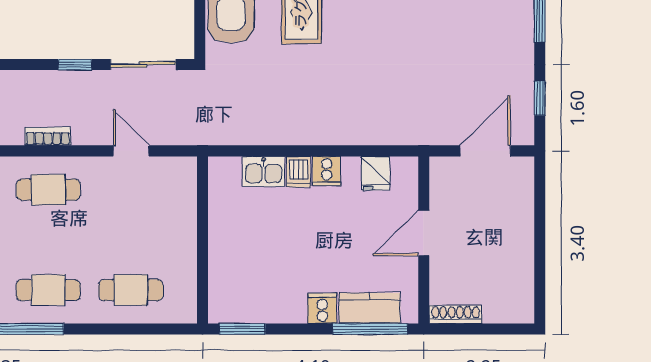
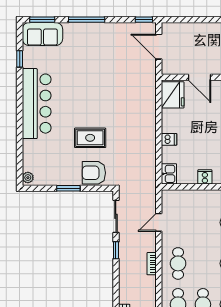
window: (540, 98) -> (144, 20), moved
kitchen sink: (263, 171) -> (169, 174), moved
cooker: (327, 171) -> (205, 177), moved, turned -90
fridge: (375, 173) -> (173, 95), width x1.88, depth x1.34

